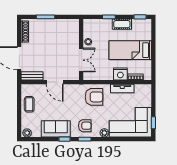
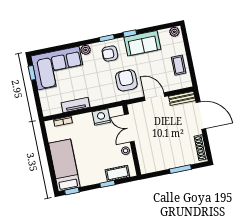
cot: (122, 24) -> (117, 173), moved
bed: (130, 50) -> (64, 165), moved, turned -90
nightstand: (120, 74) -> (101, 117), moved
armchair: (94, 97) -> (126, 80), moved, turned 90

